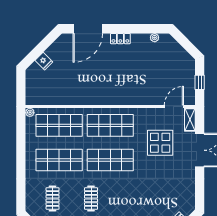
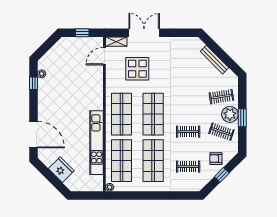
window: (144, 29) -> (34, 83), added
locker: (120, 39) -> (42, 105), removed
fridge: (44, 61) -> (61, 170), width x1.88, depth x1.34
kitchen unit: (79, 98) -> (97, 143), added
door: (174, 107) -> (104, 56), hinge flipped

